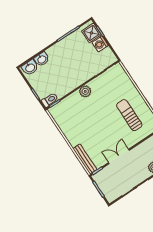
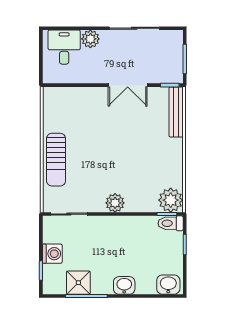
shower: (91, 33) -> (78, 283), moved
washbasin: (42, 59) -> (124, 285), moved
plant: (58, 112) -> (171, 200), added
sun lounger: (129, 115) -> (56, 160), moved

